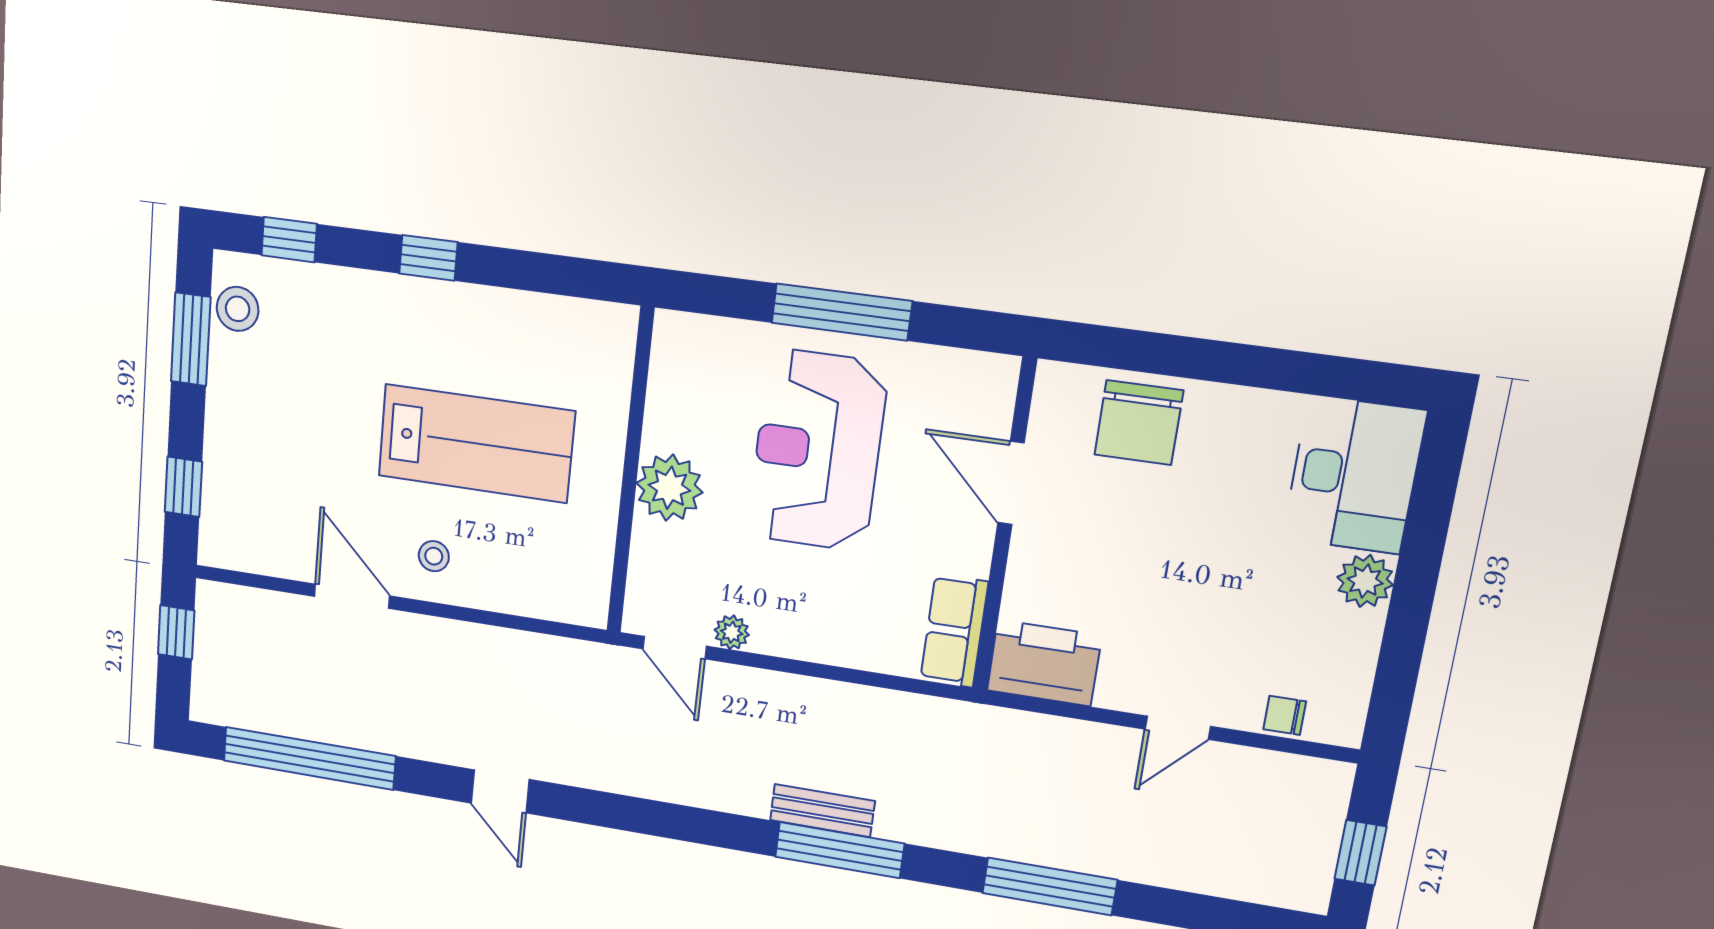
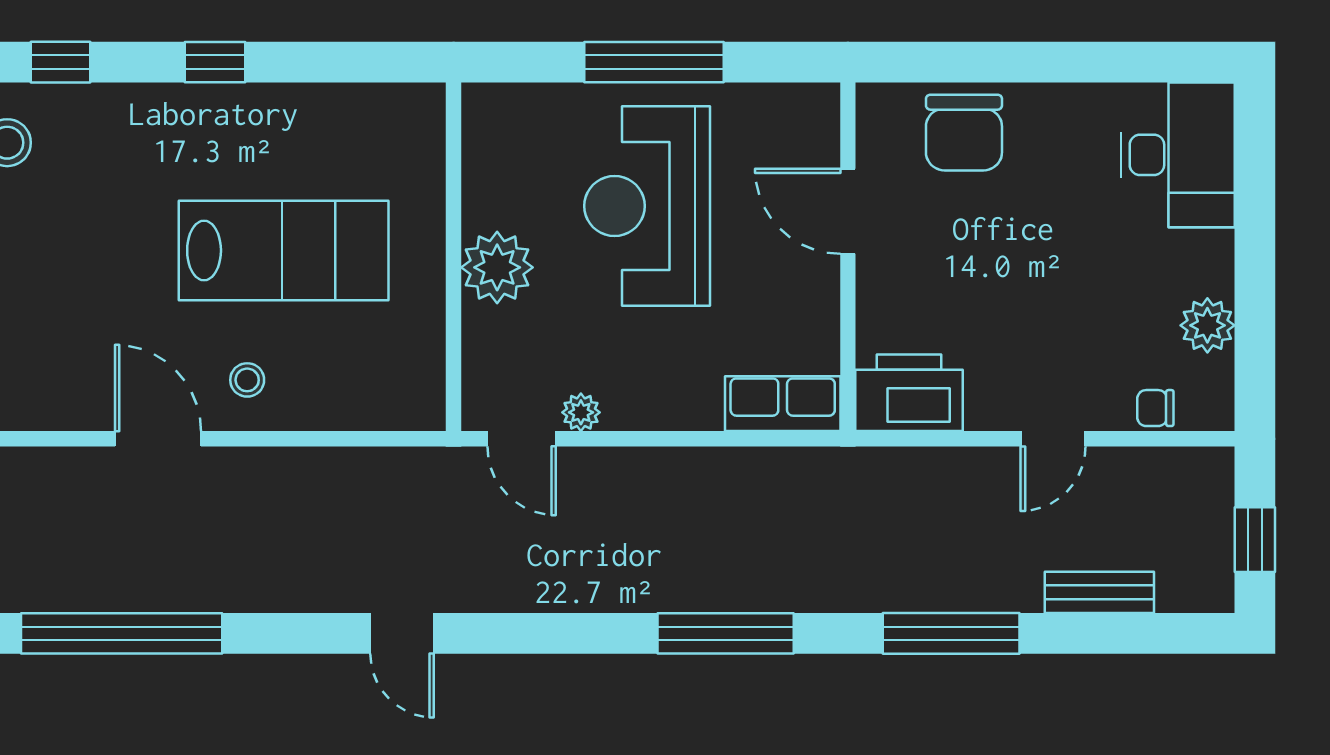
plant: (1365, 581) -> (1207, 325), moved
row of seats: (954, 631) -> (783, 404), moved, turned 90
door: (500, 791) -> (402, 633), moved
bench: (822, 811) -> (1099, 592), moved

